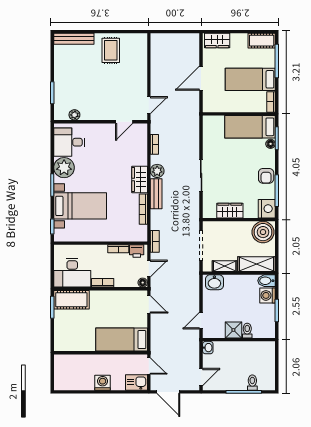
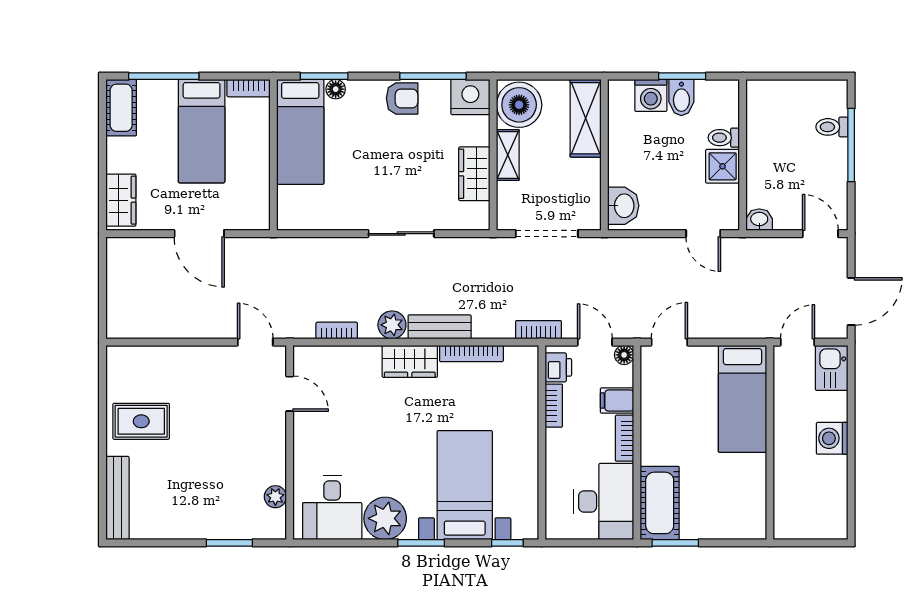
shelving: (225, 266) -> (508, 155), moved
filing cabinet: (121, 279) -> (617, 400), added
bidet: (266, 281) -> (681, 98), moved

